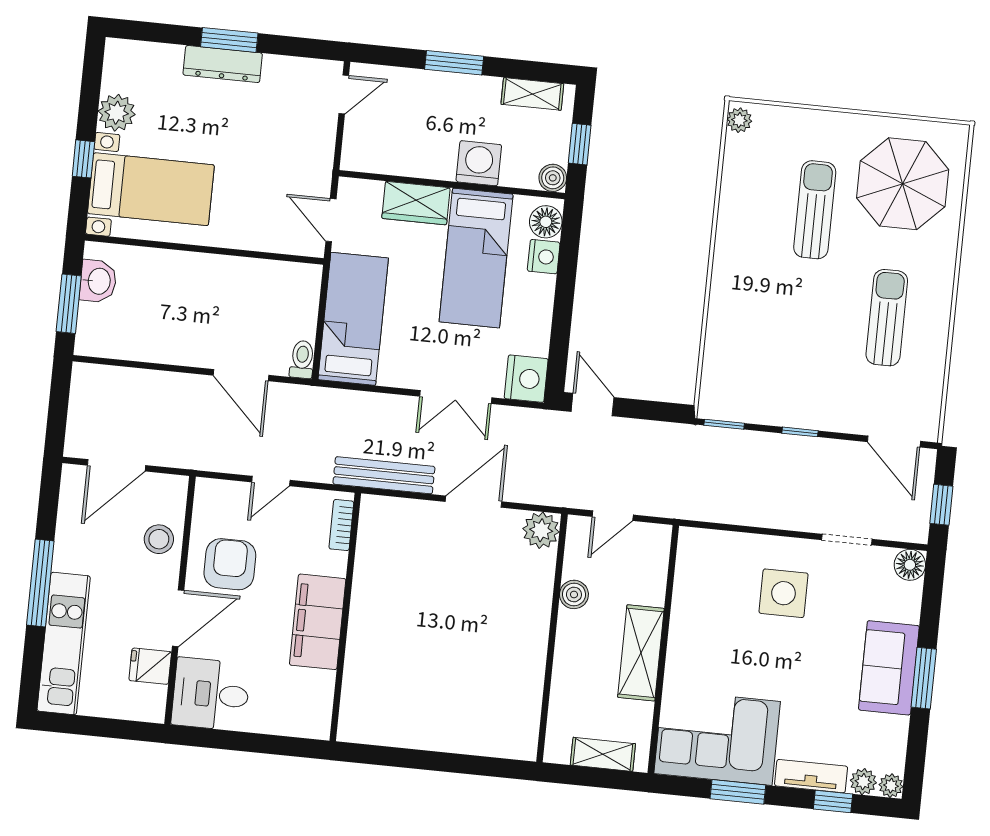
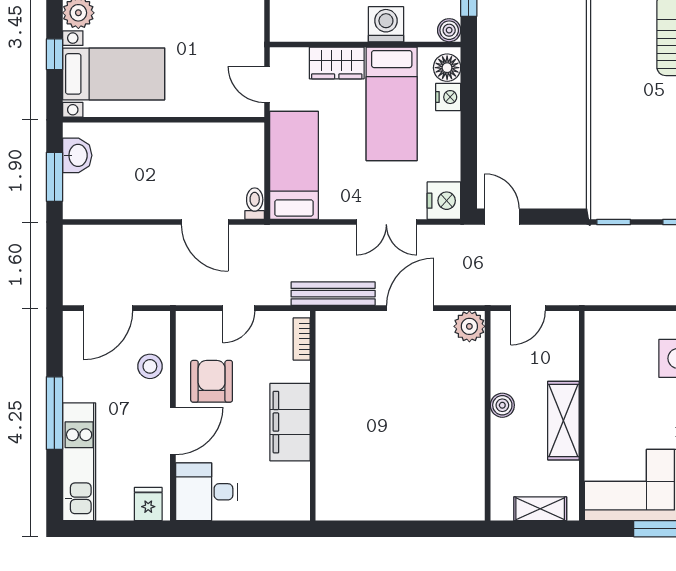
boiler: (574, 594) -> (502, 405), moved
fridge: (150, 666) -> (148, 504), moved, turned 90

